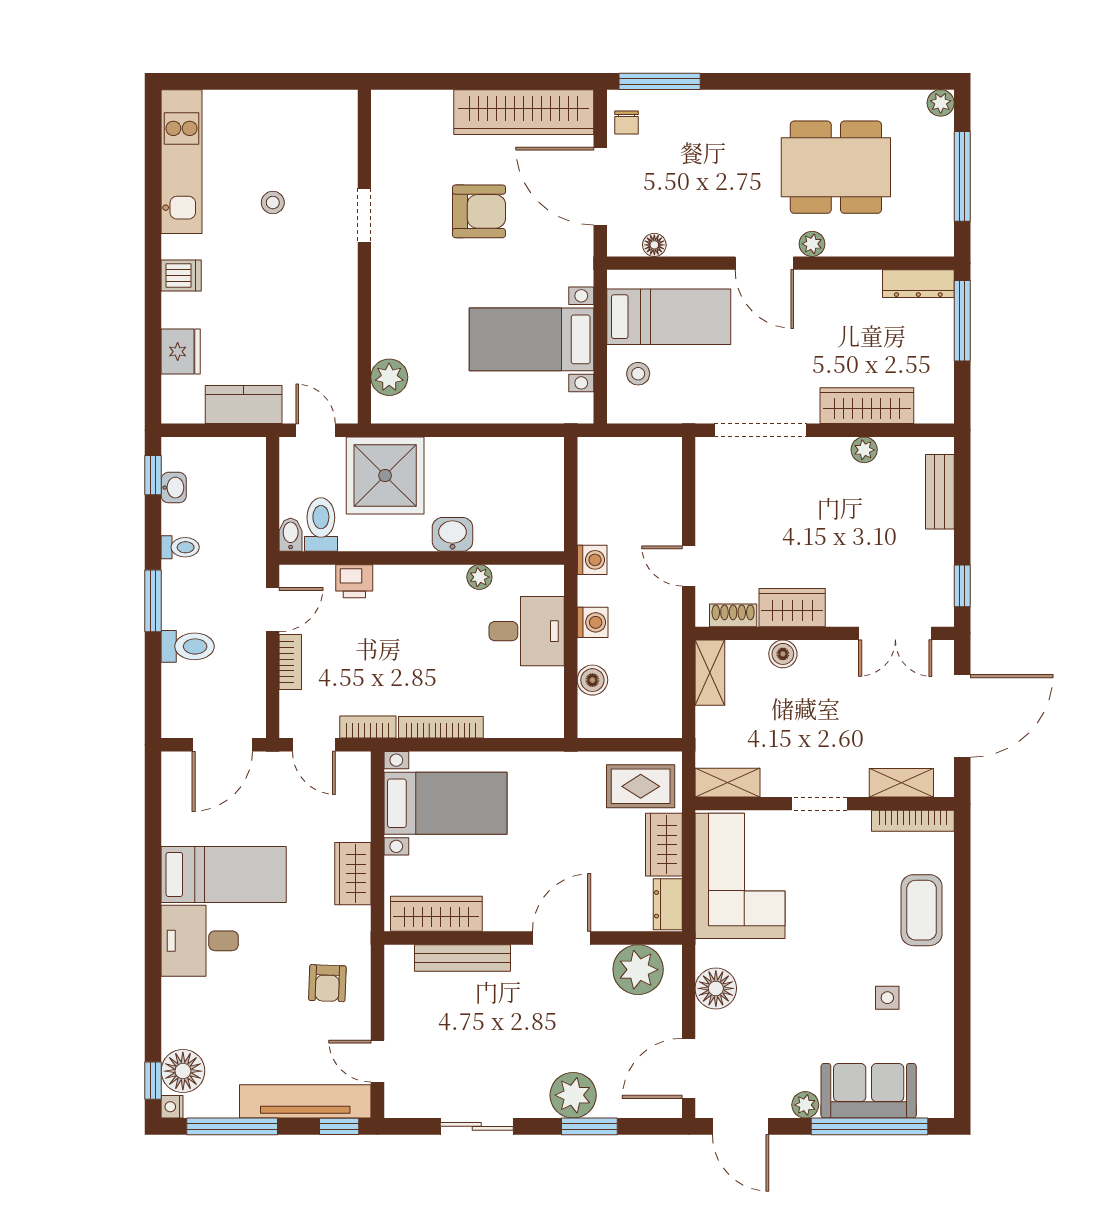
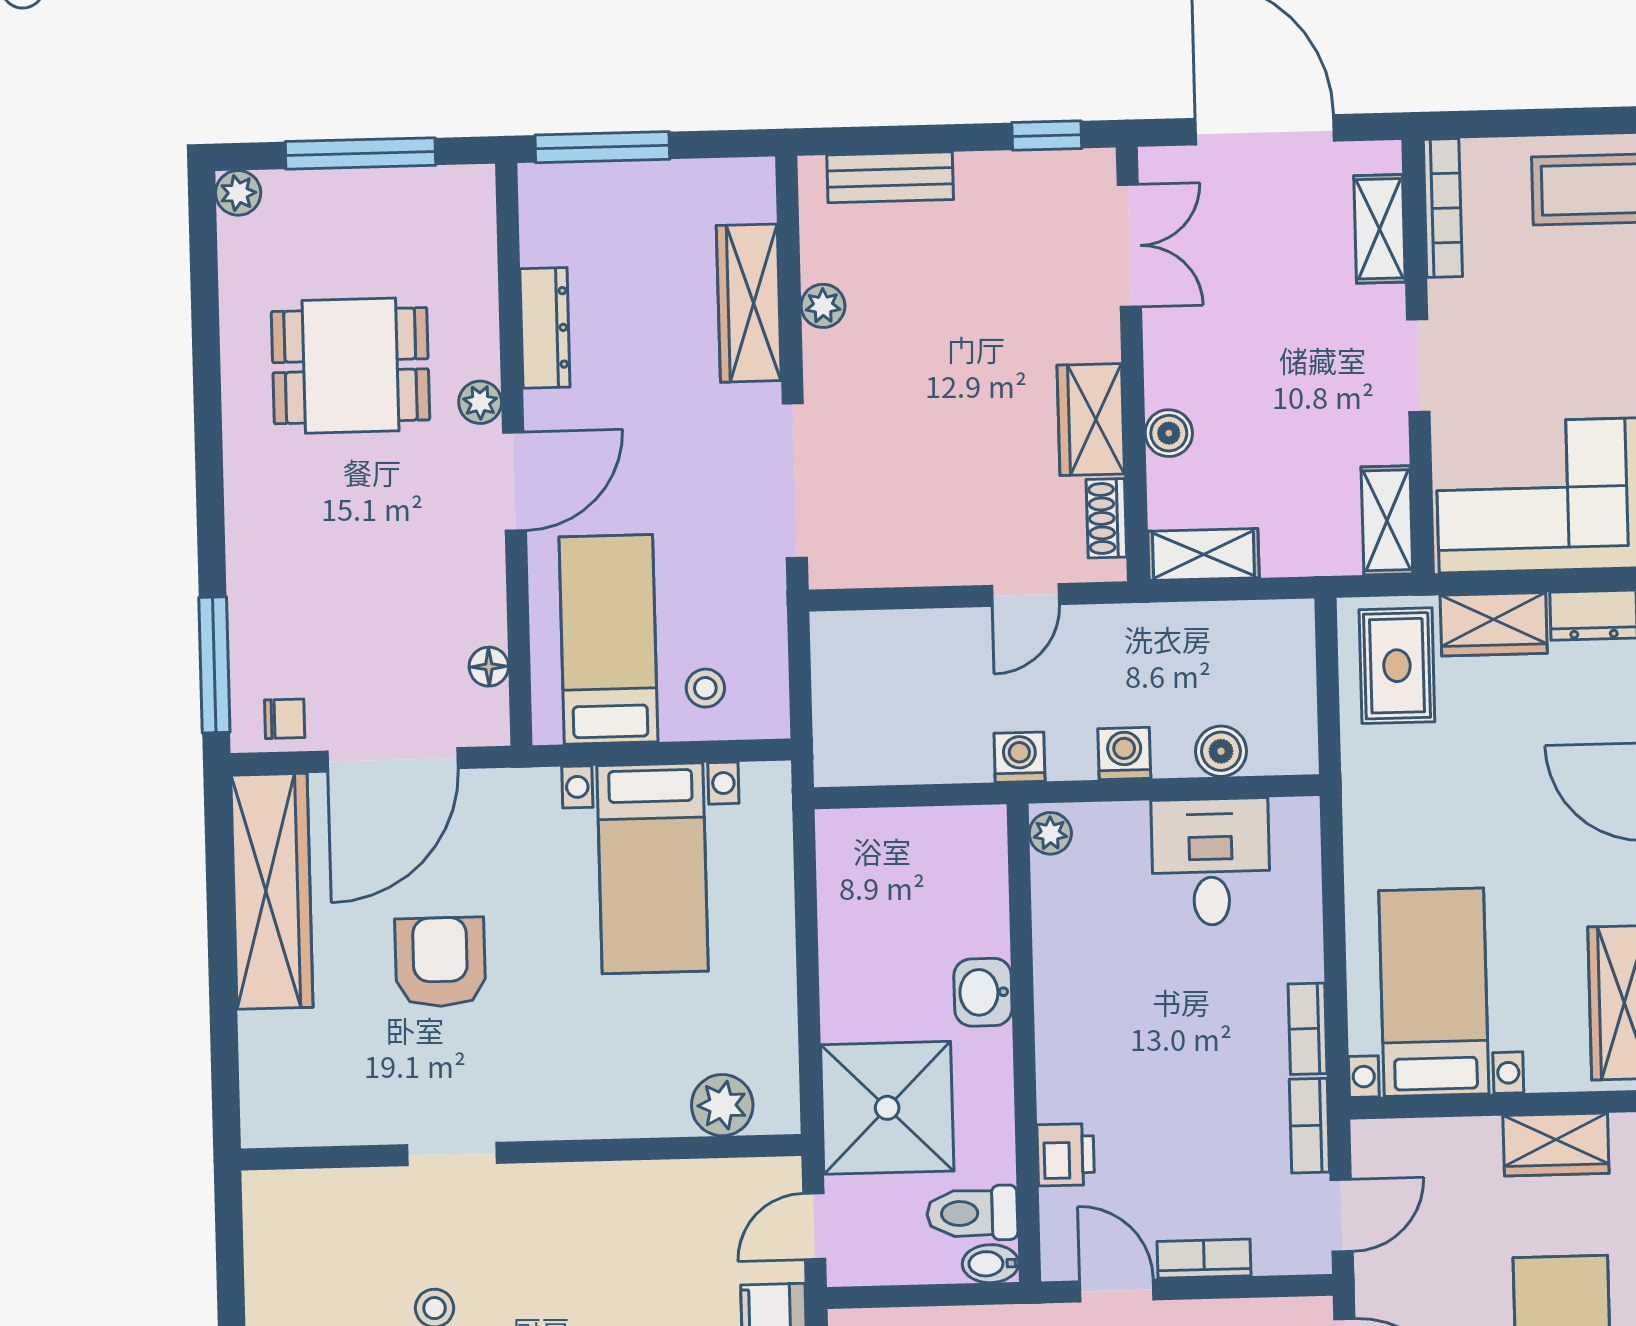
dining table: (836, 167) -> (351, 366), width x0.73
dresser: (918, 284) -> (545, 328), moved
plant: (479, 577) -> (1050, 833), moved
desk: (527, 631) -> (1211, 862), moved
bookcase: (441, 727) -> (1308, 1029), width x0.64

